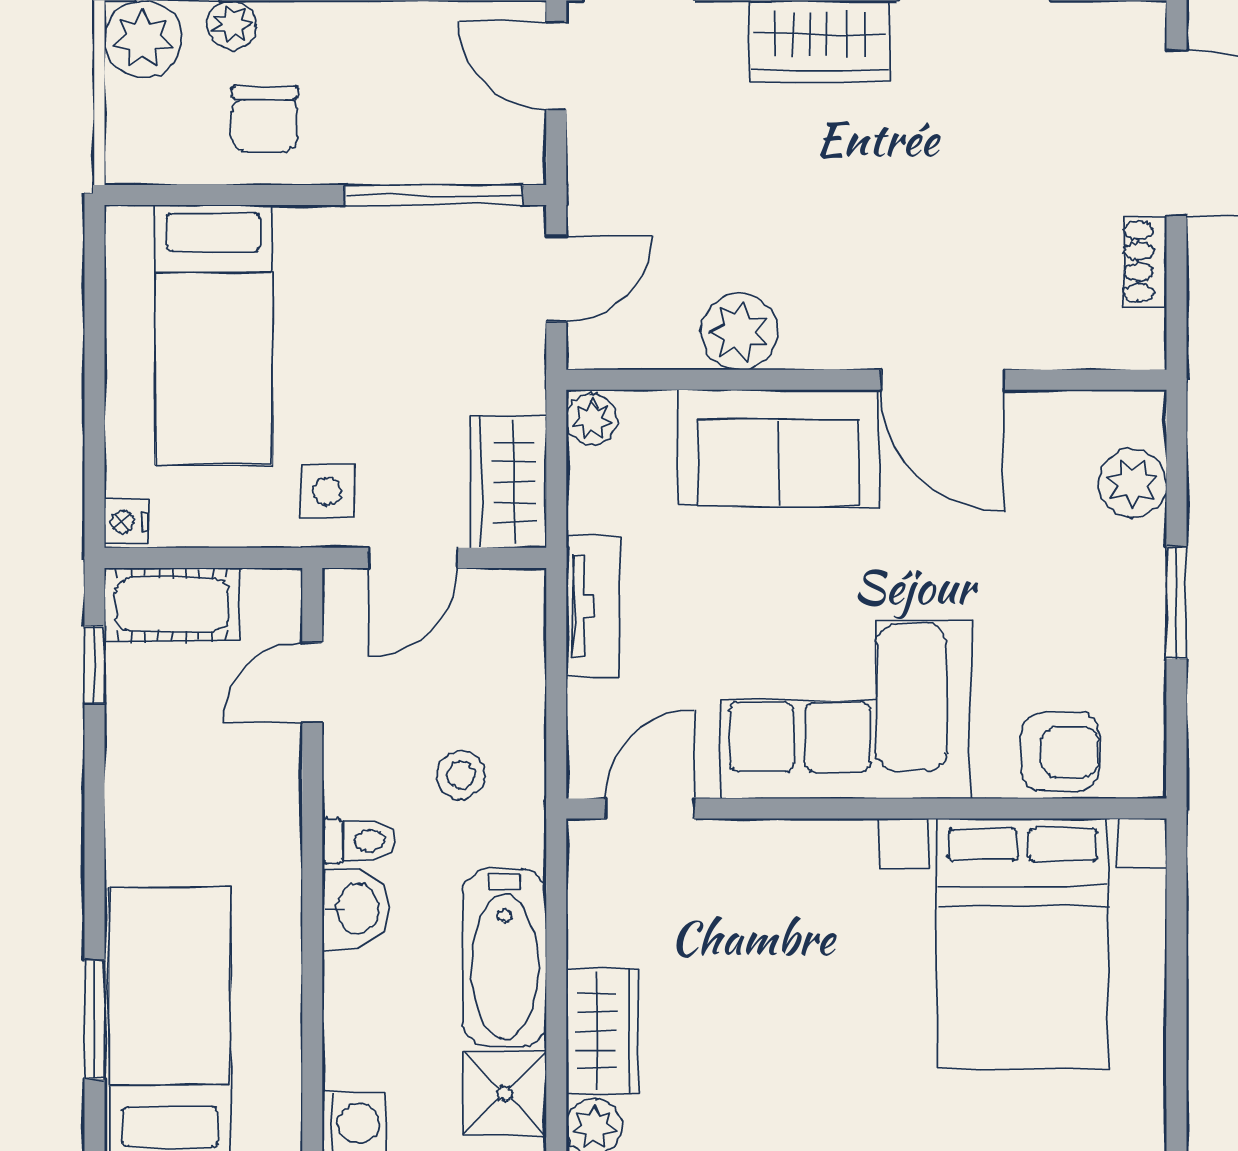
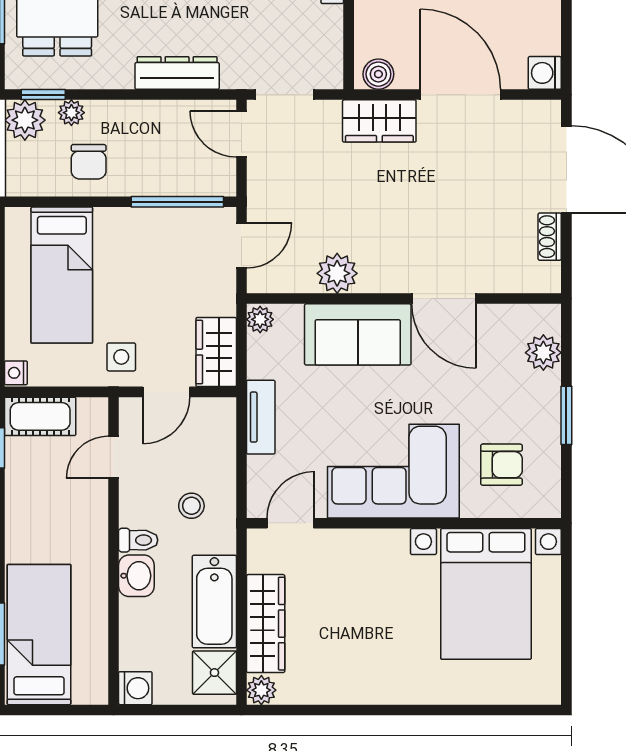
armchair: (1060, 752) -> (501, 465), moved
wardrobe: (602, 1031) -> (266, 624), width x1.50

